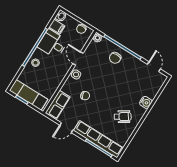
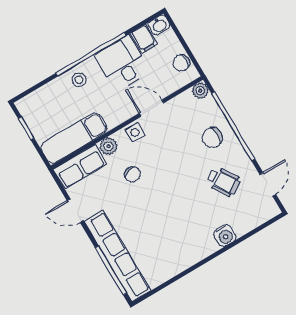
door: (78, 58) -> (151, 108), hinge flipped
plant: (66, 88) -> (108, 146), added
exam couch: (28, 95) -> (74, 138), moved, turned -90
wheelchair: (123, 117) -> (223, 181), moved

